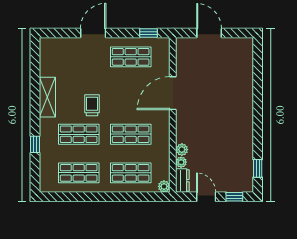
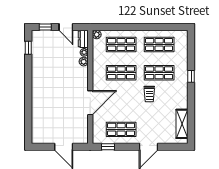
shelving: (47, 97) -> (182, 124), moved
window: (35, 144) -> (191, 76), moved

